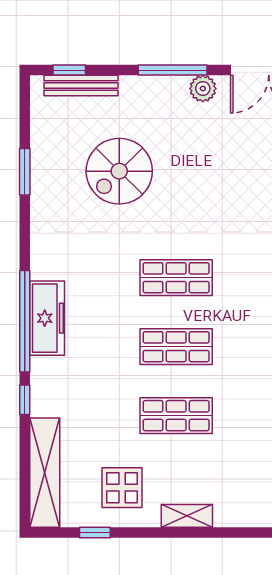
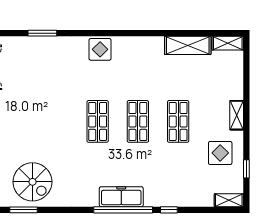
spiral stairs: (119, 171) -> (33, 182), moved
window: (25, 172) -> (24, 210), moved
shelving: (45, 473) -> (229, 200), width x0.45, depth x0.75

